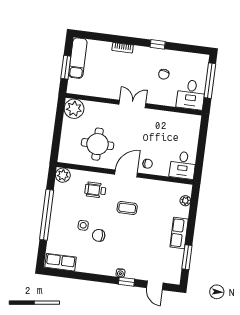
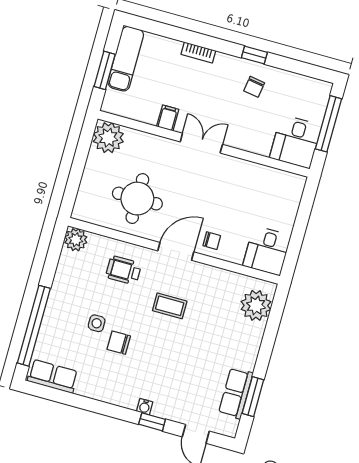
chair: (164, 74) -> (254, 87), moved
filing cabinet: (109, 91) -> (168, 118), added
plant: (185, 201) -> (256, 305), width x1.87, depth x1.87
window: (47, 215) -> (34, 326), moved
row of seats: (179, 233) -> (236, 393), moved

